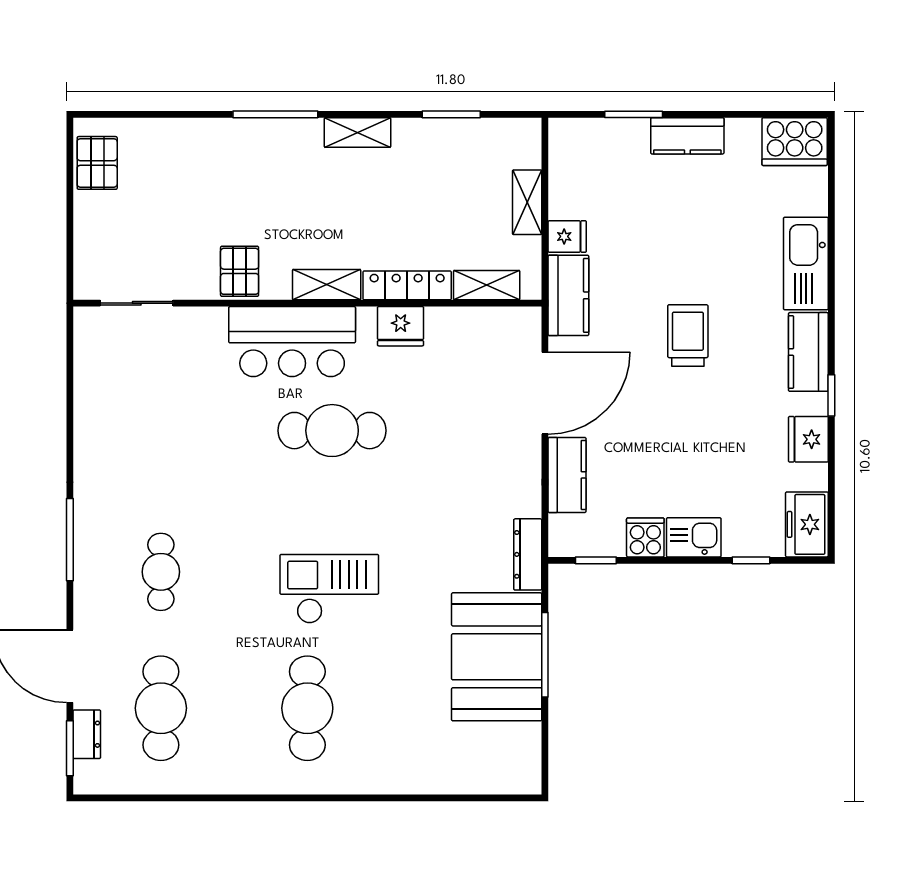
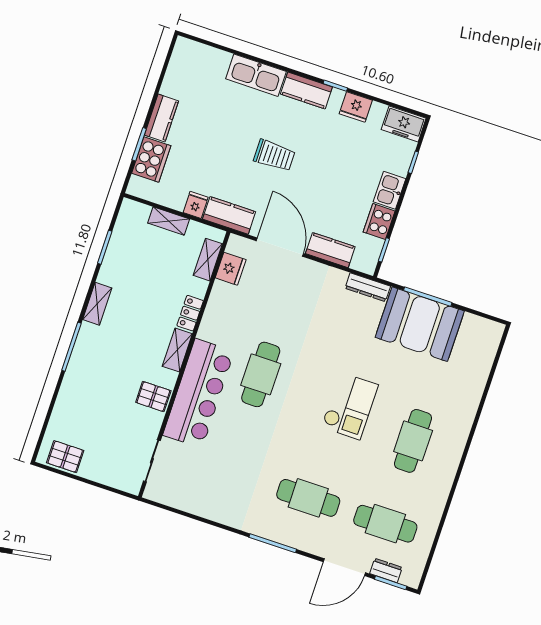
cooker: (795, 142) -> (151, 160), moved
locker: (407, 285) -> (190, 313), width x0.66
fridge: (401, 326) -> (231, 269), moved
trolley: (688, 336) -> (274, 155), turned 180
bar counter: (292, 342) -> (199, 393), width x1.36
cooker: (645, 537) -> (379, 221), width x1.36
cafe table: (161, 572) -> (308, 498), width x1.37, depth x1.35
checkout: (329, 589) -> (350, 406), turned 180
cafe table: (307, 708) -> (413, 441), turned 90

